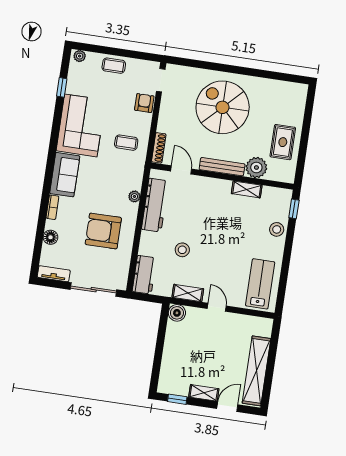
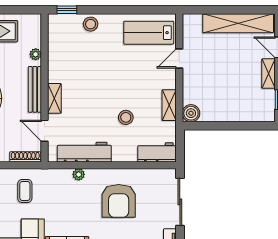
plant: (256, 168) -> (36, 54), width x0.53, depth x0.53
door: (181, 170) -> (44, 131), hinge flipped
shelving: (247, 189) -> (54, 98), moved
door: (217, 307) -> (179, 59), moved

